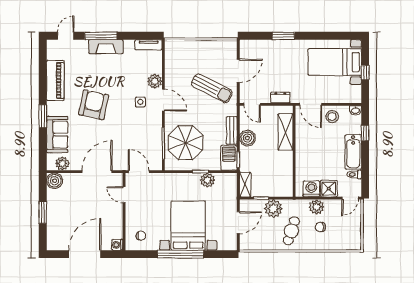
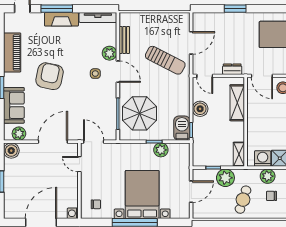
tv unit: (149, 45) -> (98, 17), width x1.41
bench: (232, 130) -> (124, 40), moved
shelving: (245, 184) -> (239, 154), moved

